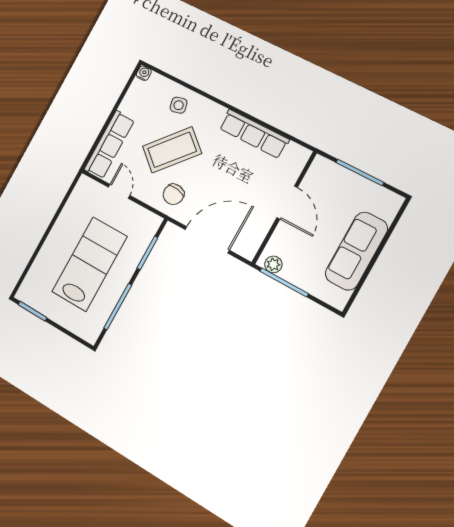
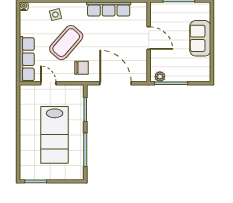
chair: (173, 194) -> (82, 68), turned -99
door: (207, 240) -> (115, 83), hinge flipped
sofa: (356, 251) -> (200, 38), width x0.73
lab bench: (89, 264) -> (55, 135), turned 180

